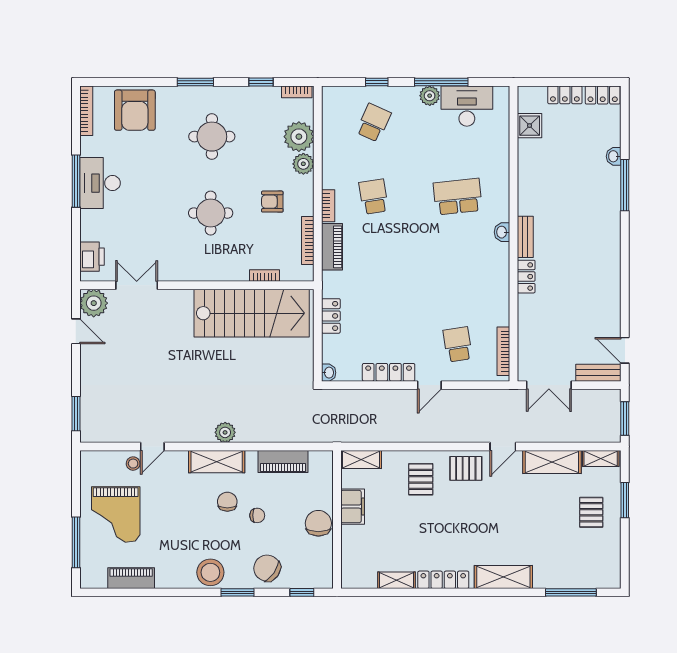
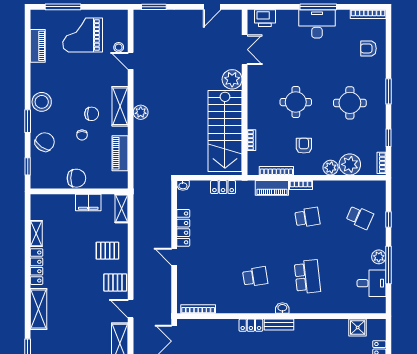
desk: (467, 106) -> (371, 283), width x0.73
armchair: (135, 110) -> (368, 48), width x0.53, depth x0.53
plant: (94, 303) -> (232, 79), moved
school desk: (458, 344) -> (255, 277), moved
pallet: (466, 468) -> (115, 282), turned 90

